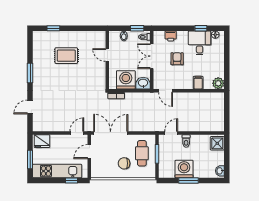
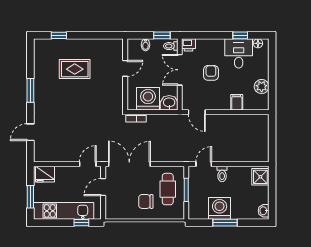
printer: (171, 36) -> (189, 45), moved
door: (107, 55) -> (125, 68), swing flipped
plant: (218, 83) -> (262, 87), moved

